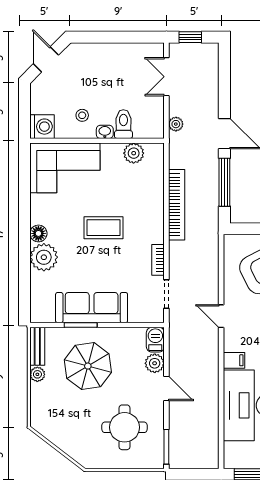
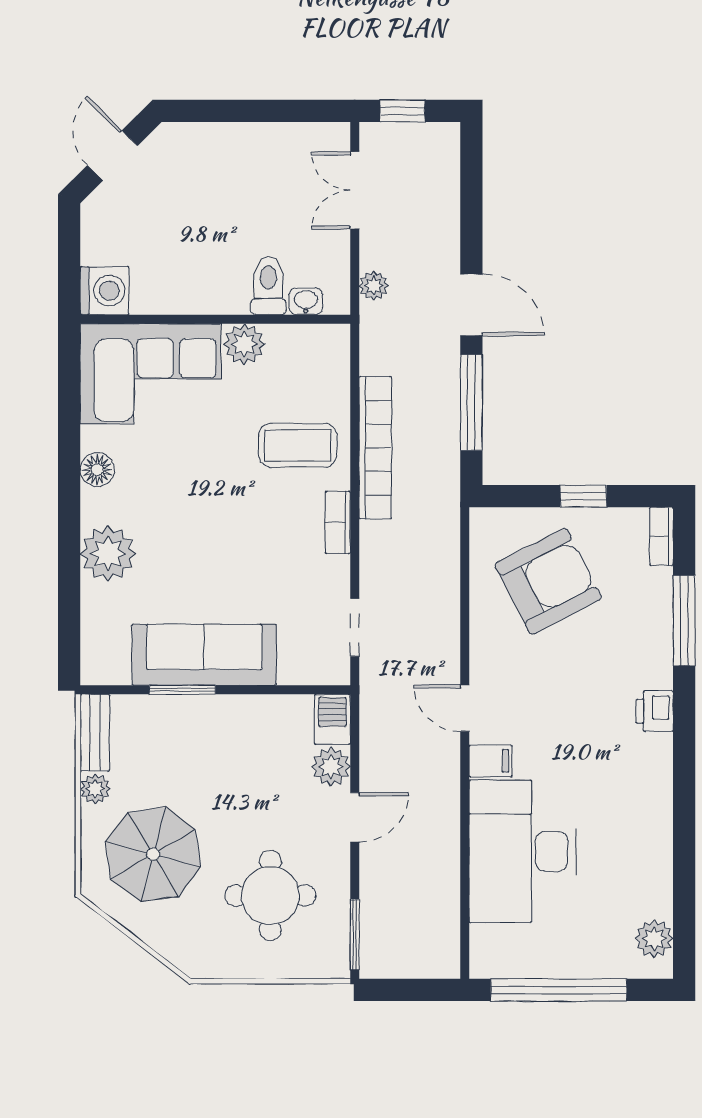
stool: (82, 115) -> (185, 268), removed
washbasin: (105, 132) -> (306, 301), moved
plant: (134, 153) -> (244, 344), moved
coffee table: (103, 228) -> (298, 445), moved
floor lamp: (38, 233) -> (97, 470), moved
bookcase: (158, 260) -> (338, 522), moved
door: (221, 316) -> (465, 708), moved
parasol: (88, 366) -> (153, 854), moved
door: (166, 388) -> (355, 817), hinge flipped

